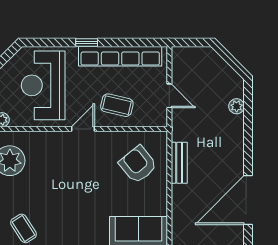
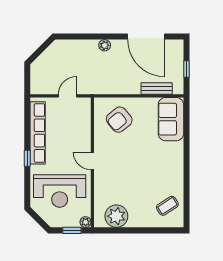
coffee table: (117, 105) -> (75, 135), removed
plant: (237, 106) -> (105, 45), moved
bench: (179, 163) -> (157, 89), moved

